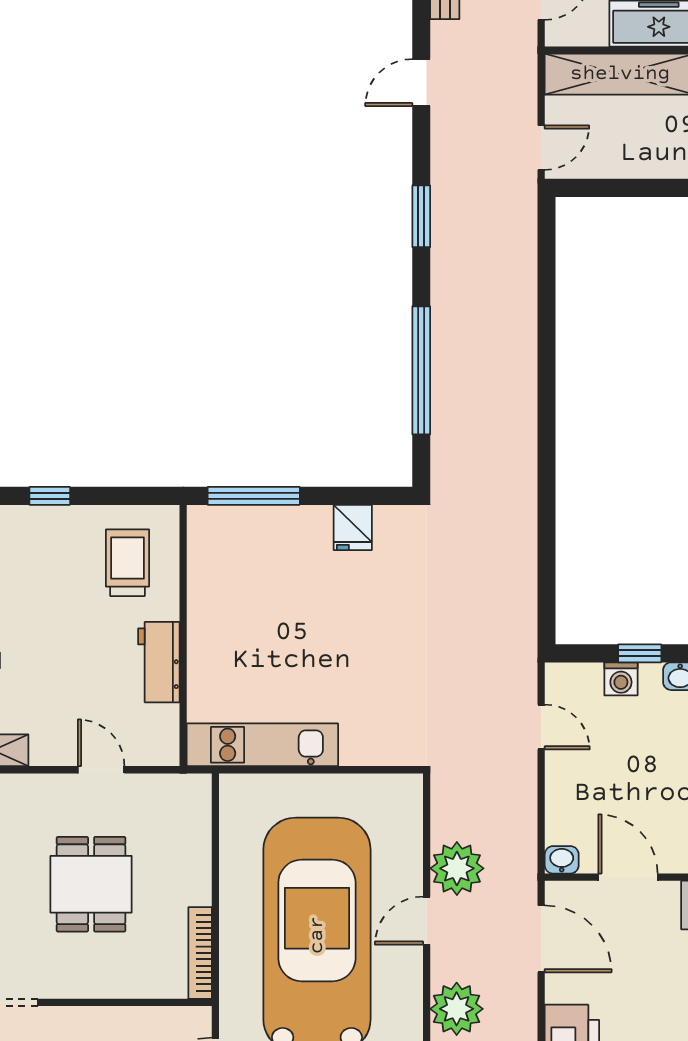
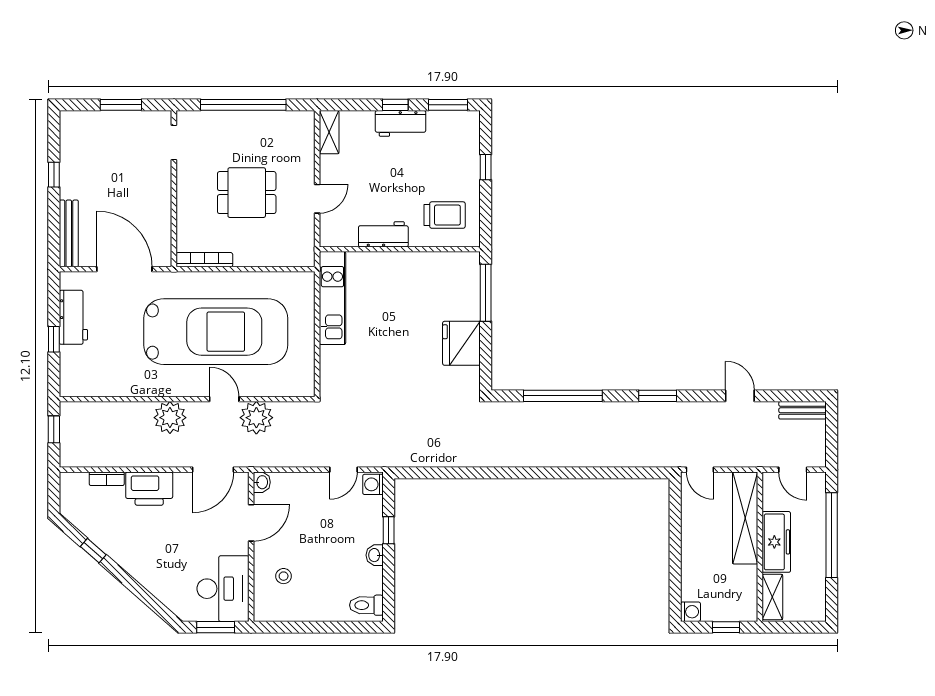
fridge: (353, 527) -> (461, 343), width x1.88, depth x1.34
washing machine: (621, 679) -> (373, 484), moved

